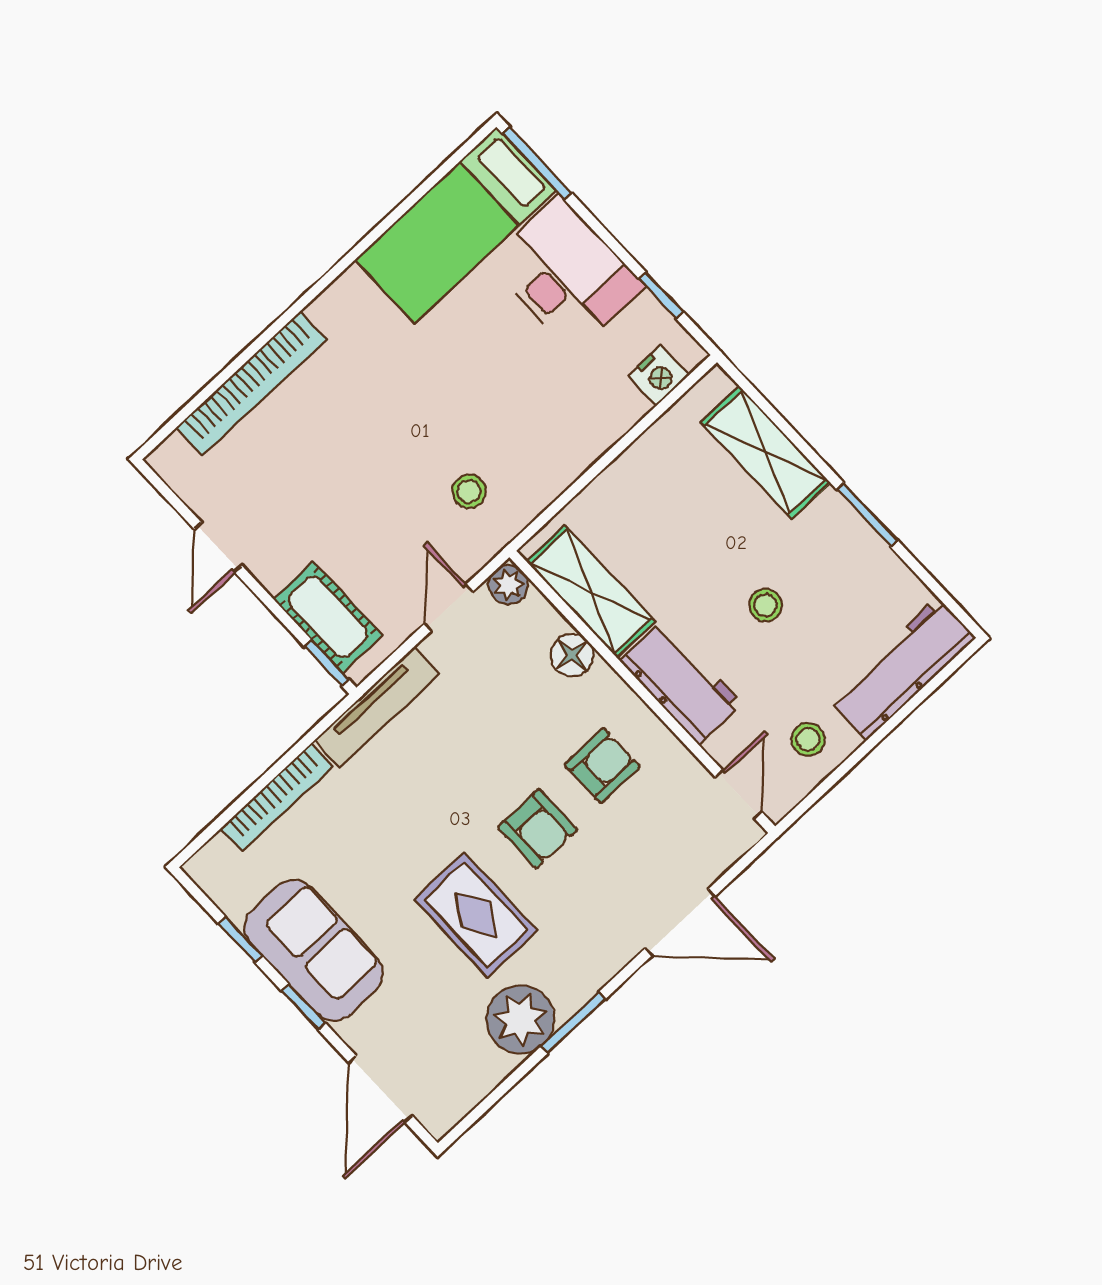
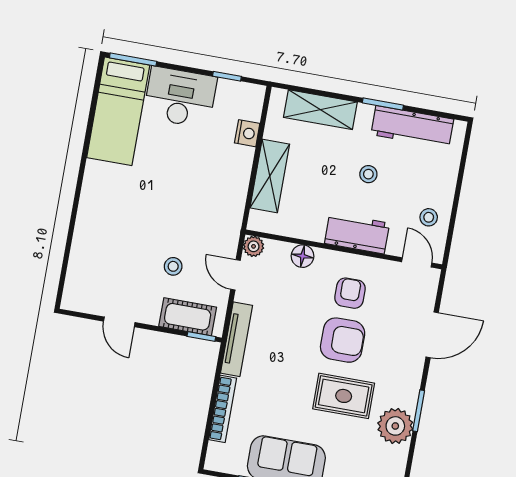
nightstand: (658, 376) -> (247, 133), moved
bookcase: (251, 384) -> (82, 242), removed
stool: (469, 491) -> (173, 266), moved
shelving: (591, 591) -> (270, 176), moved, turned 90
workbench: (902, 669) -> (412, 127), moved, turned -90
armchair: (538, 829) -> (343, 340), width x1.38, depth x1.38

